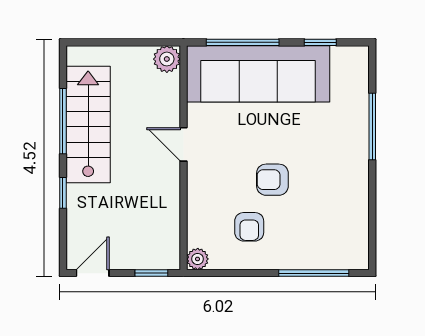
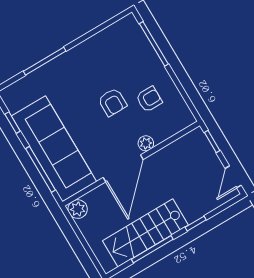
door: (183, 144) -> (123, 168), width x1.88
plant: (198, 259) -> (146, 143), moved
door: (93, 273) -> (233, 177), hinge flipped

